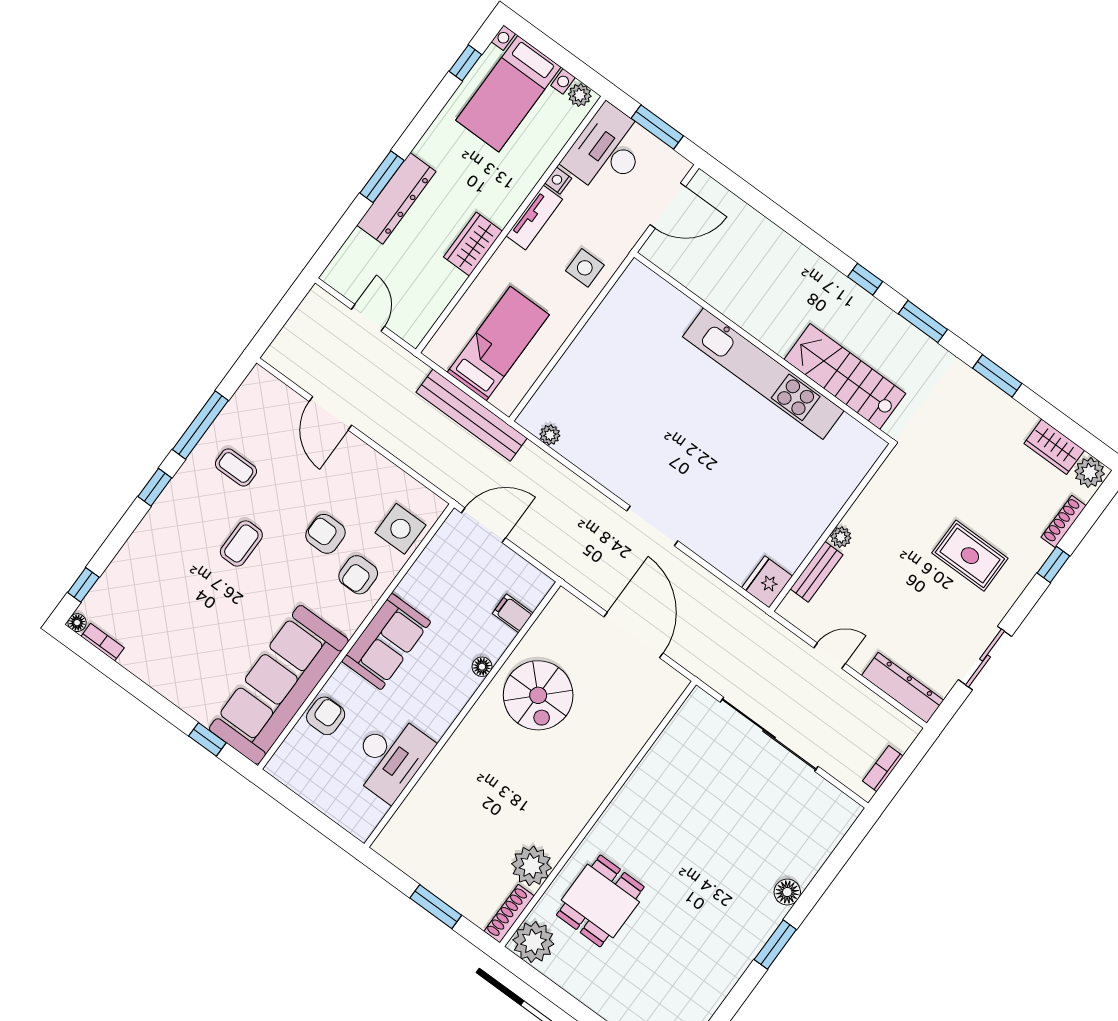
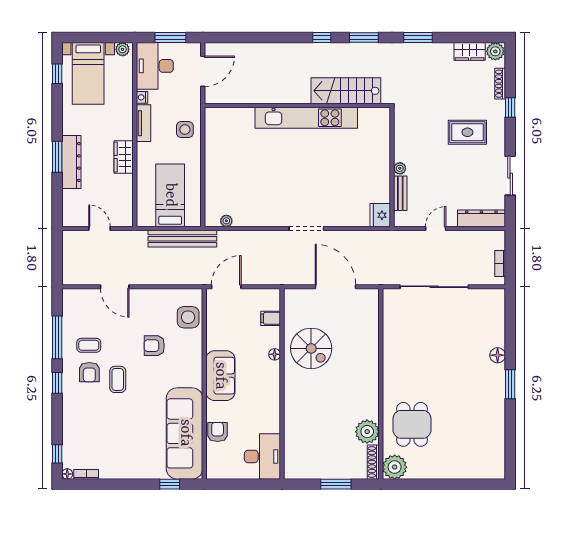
armchair: (358, 575) -> (89, 372), moved
desk: (390, 757) -> (262, 456), moved

